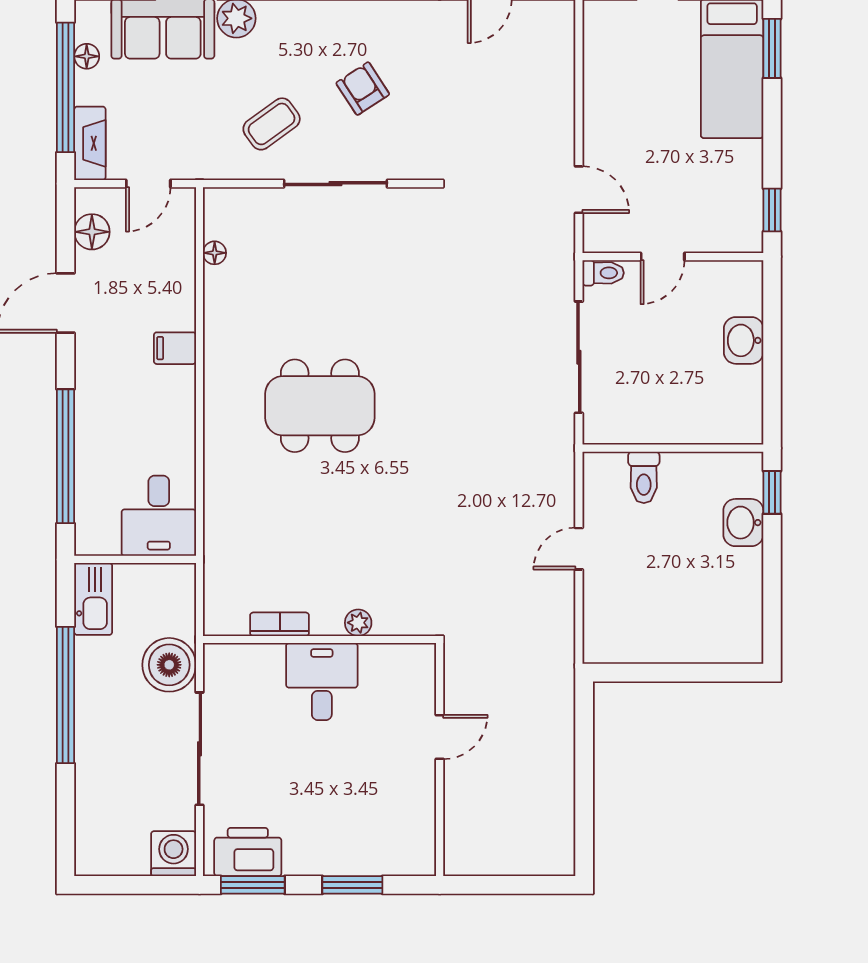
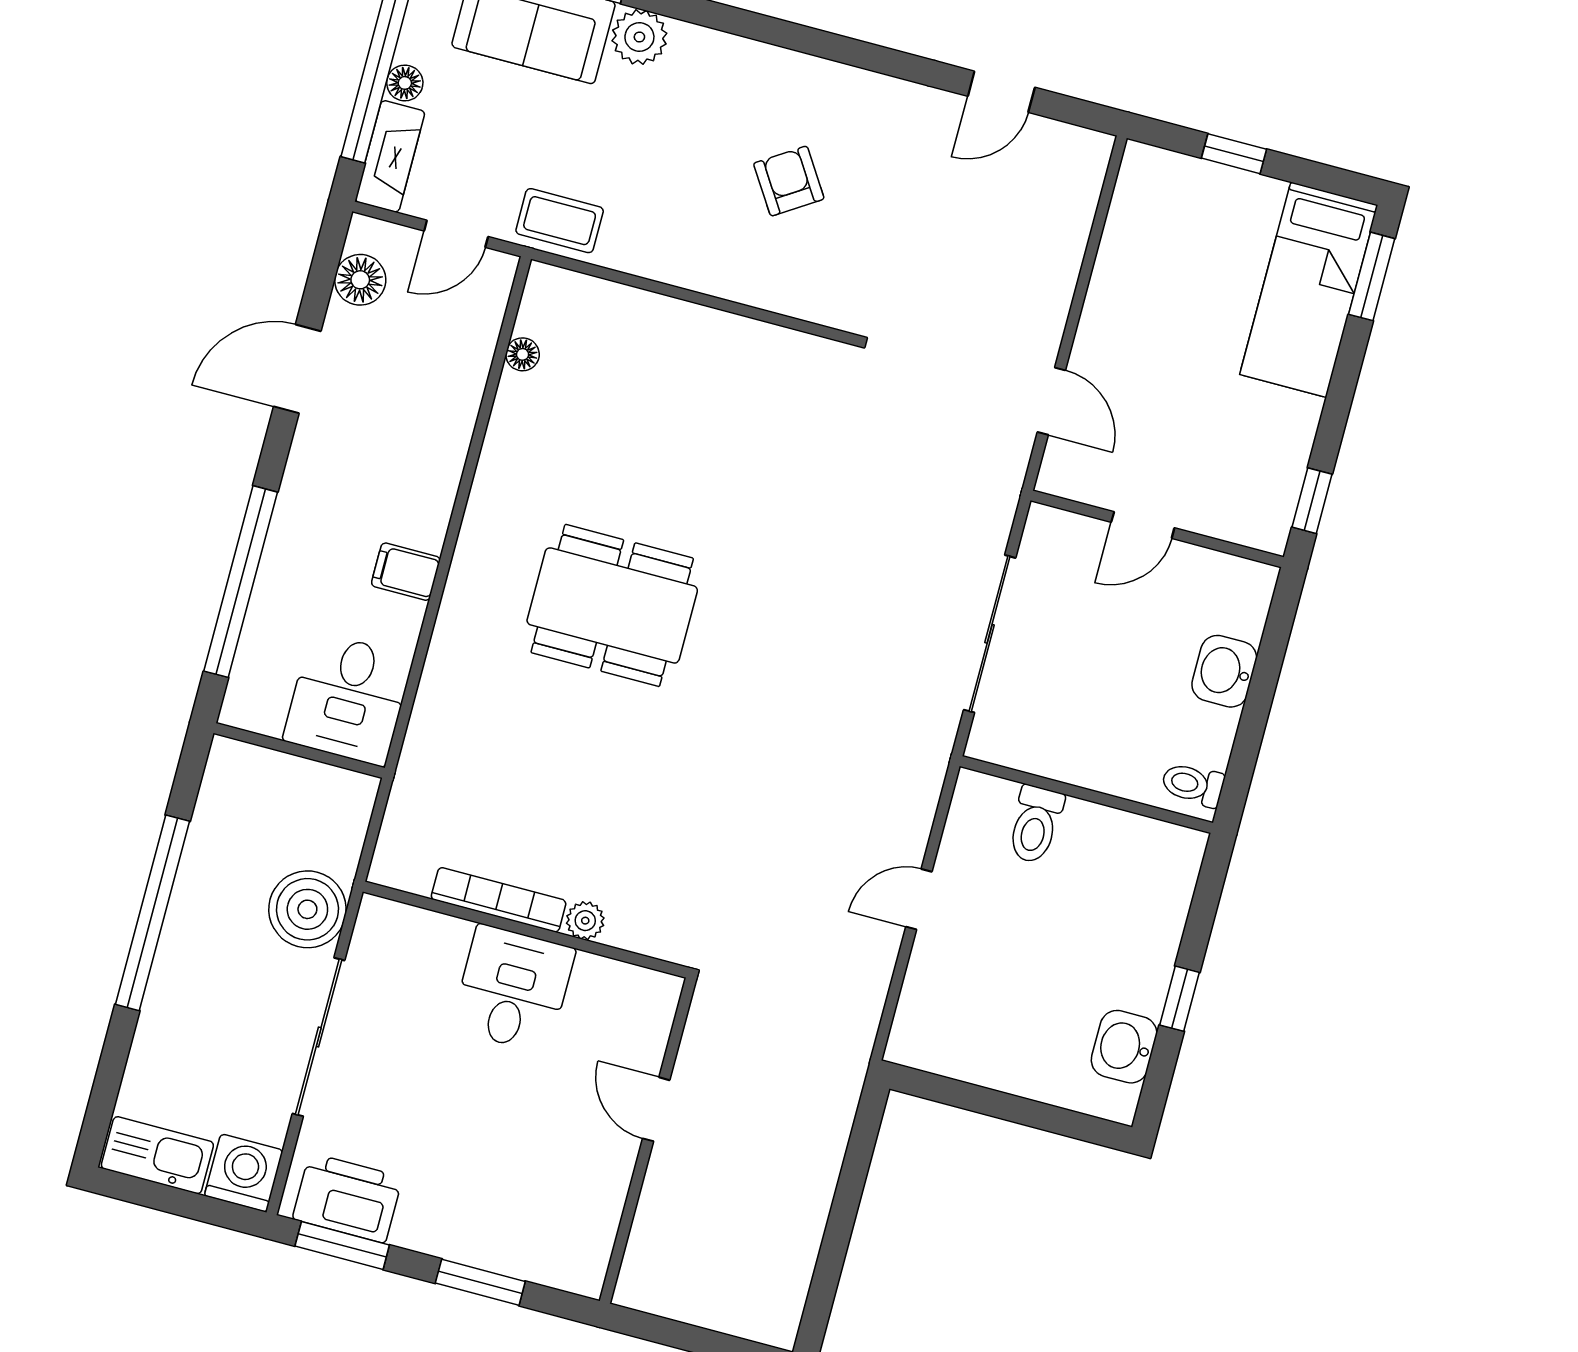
floor lamp: (87, 56) -> (405, 83), moved
coffee table: (272, 124) -> (560, 221), moved, turned 36
sliding door: (336, 184) -> (716, 303), removed
toilet: (603, 273) -> (1193, 784), moved, turned 180
filing cabinet: (175, 348) -> (406, 572), moved
window: (772, 492) -> (1179, 999), moved
washbasin: (743, 523) -> (1124, 1047), moved
kitchen sink: (93, 599) -> (157, 1155), moved, turned -90
bookcase: (280, 624) -> (499, 900), width x1.56
door: (440, 737) -> (656, 1109), swing flipped

